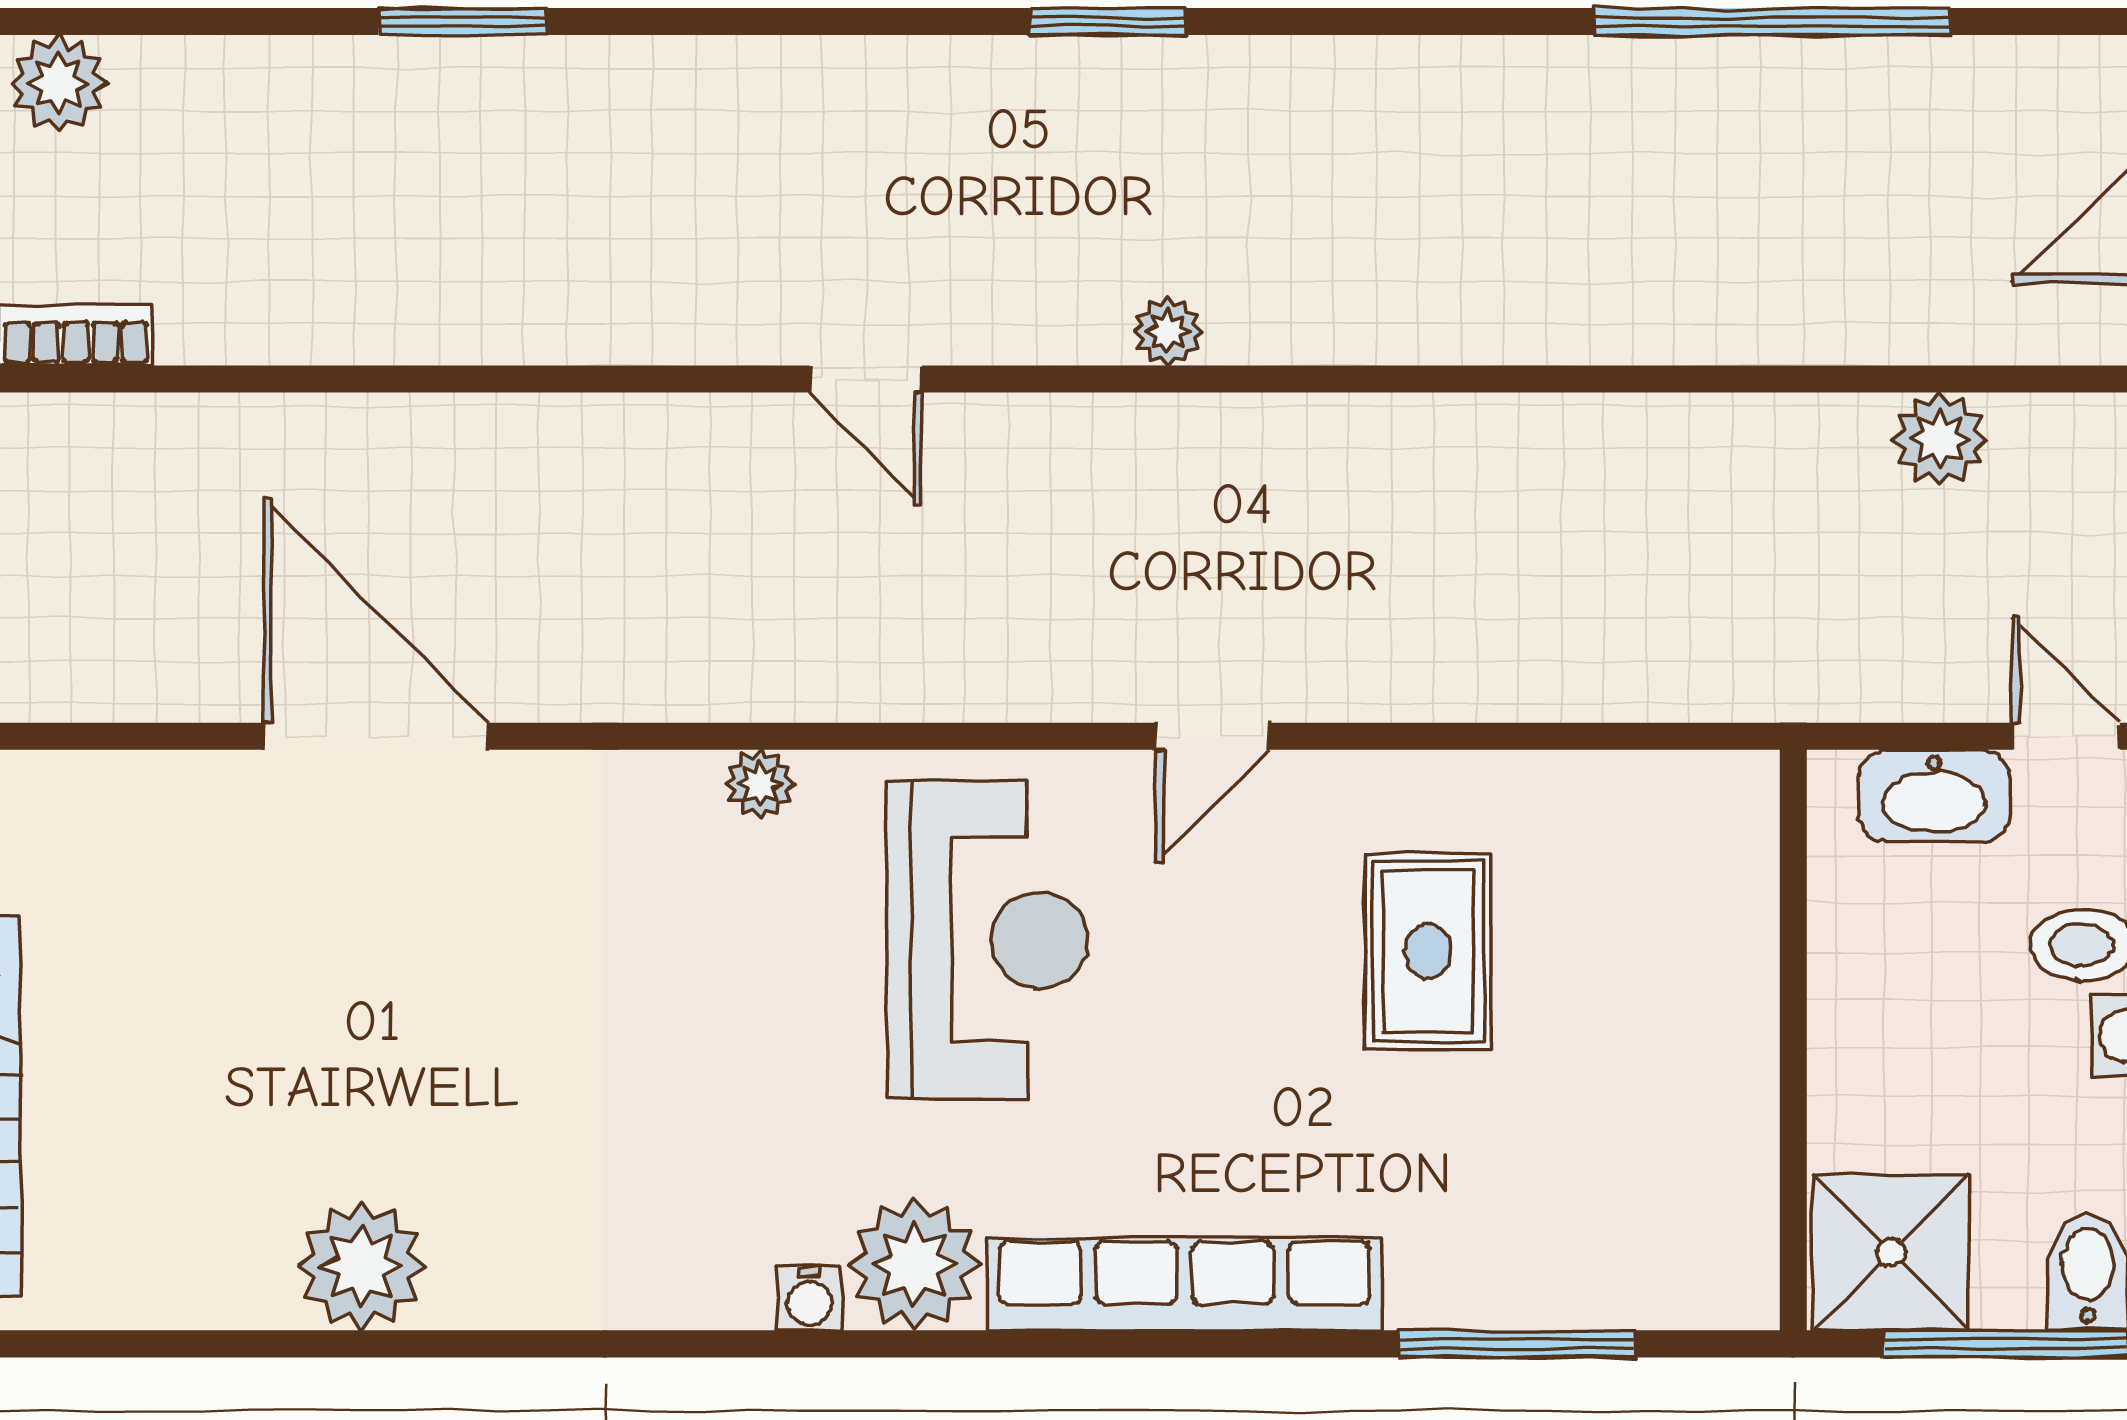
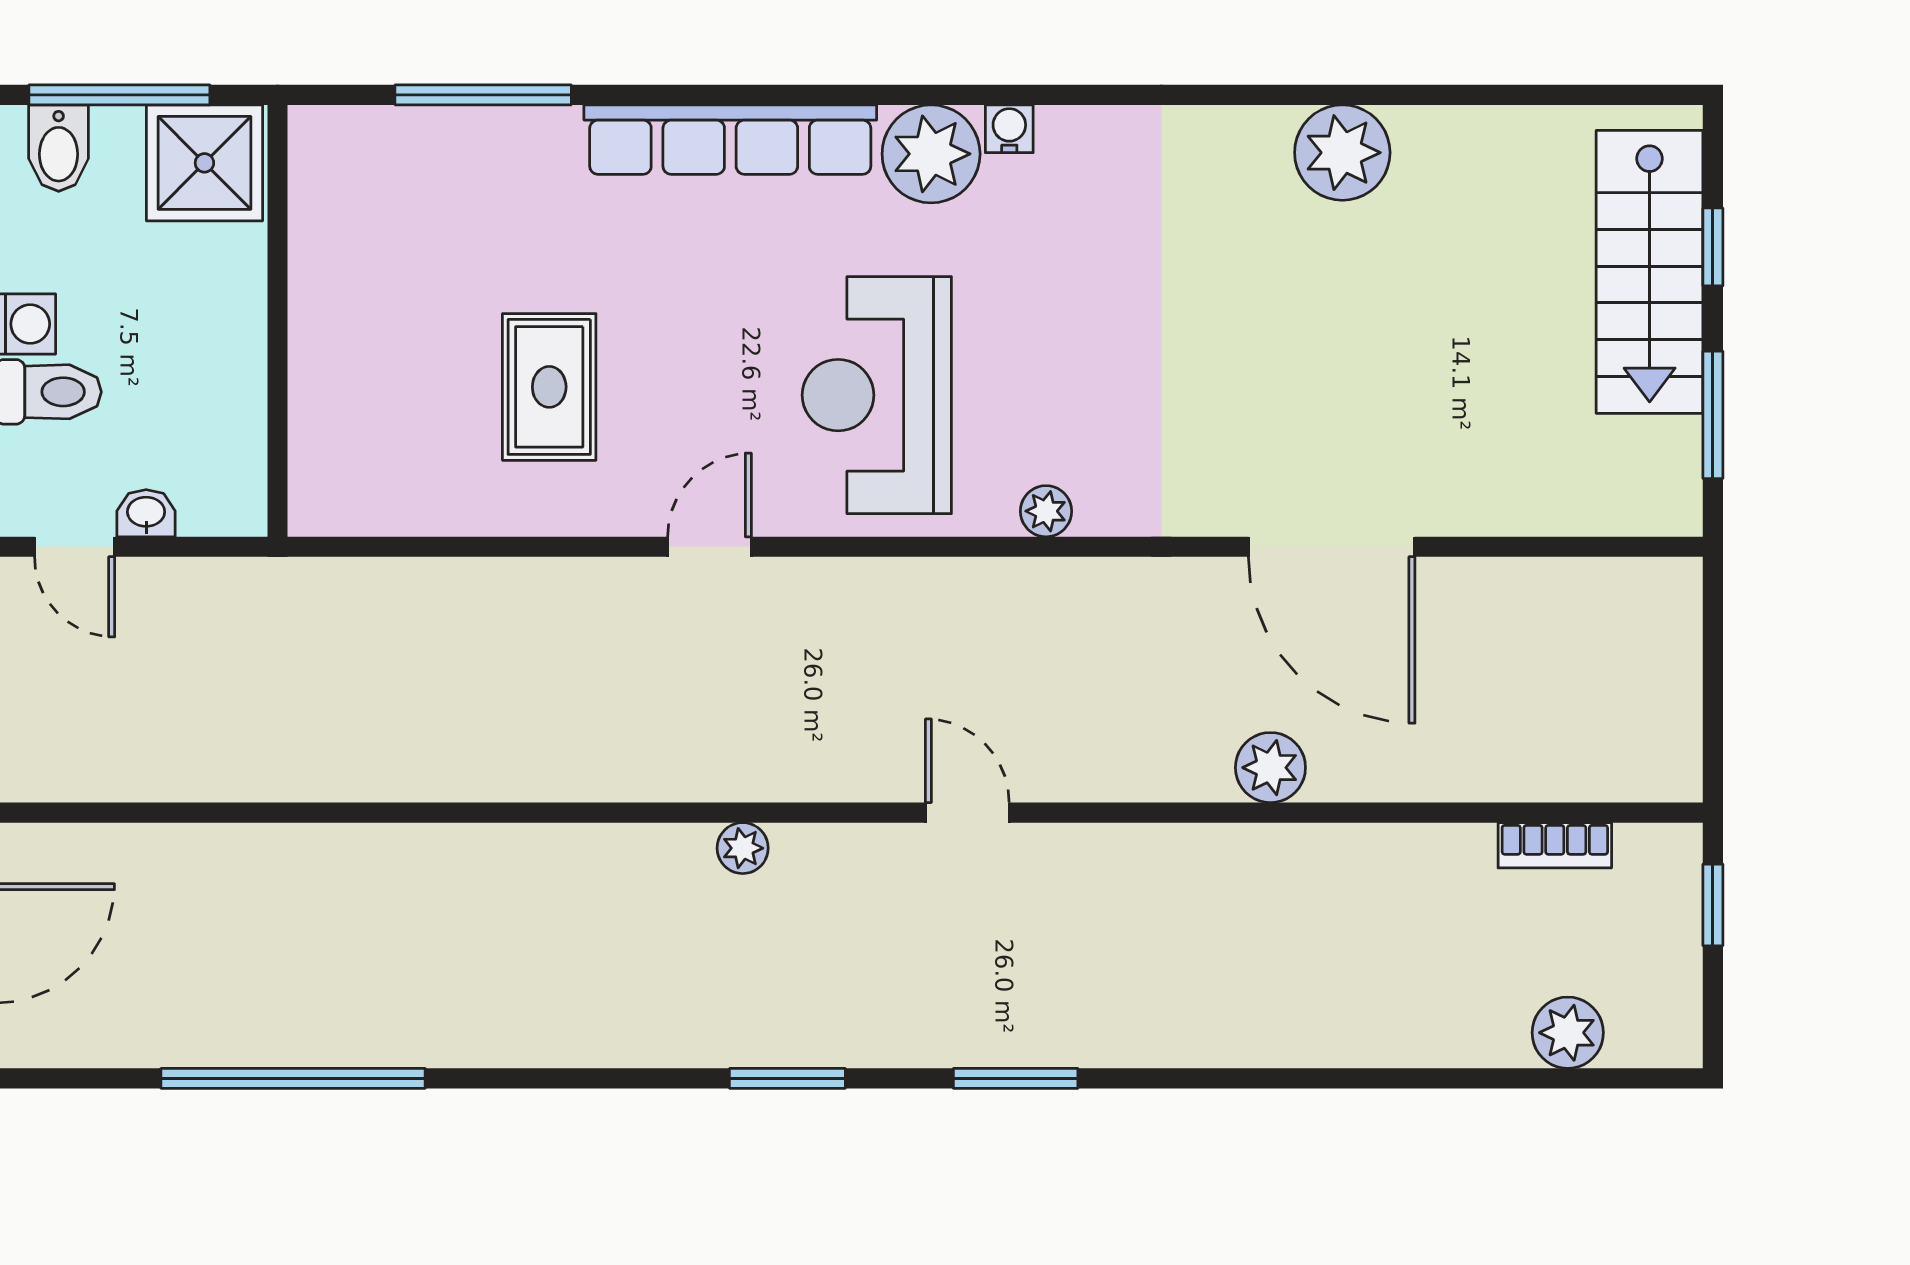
window: (462, 22) -> (1016, 1078), moved
plant: (1940, 439) -> (1270, 768), moved
washbasin: (1934, 796) -> (146, 513), width x0.52, depth x0.69

